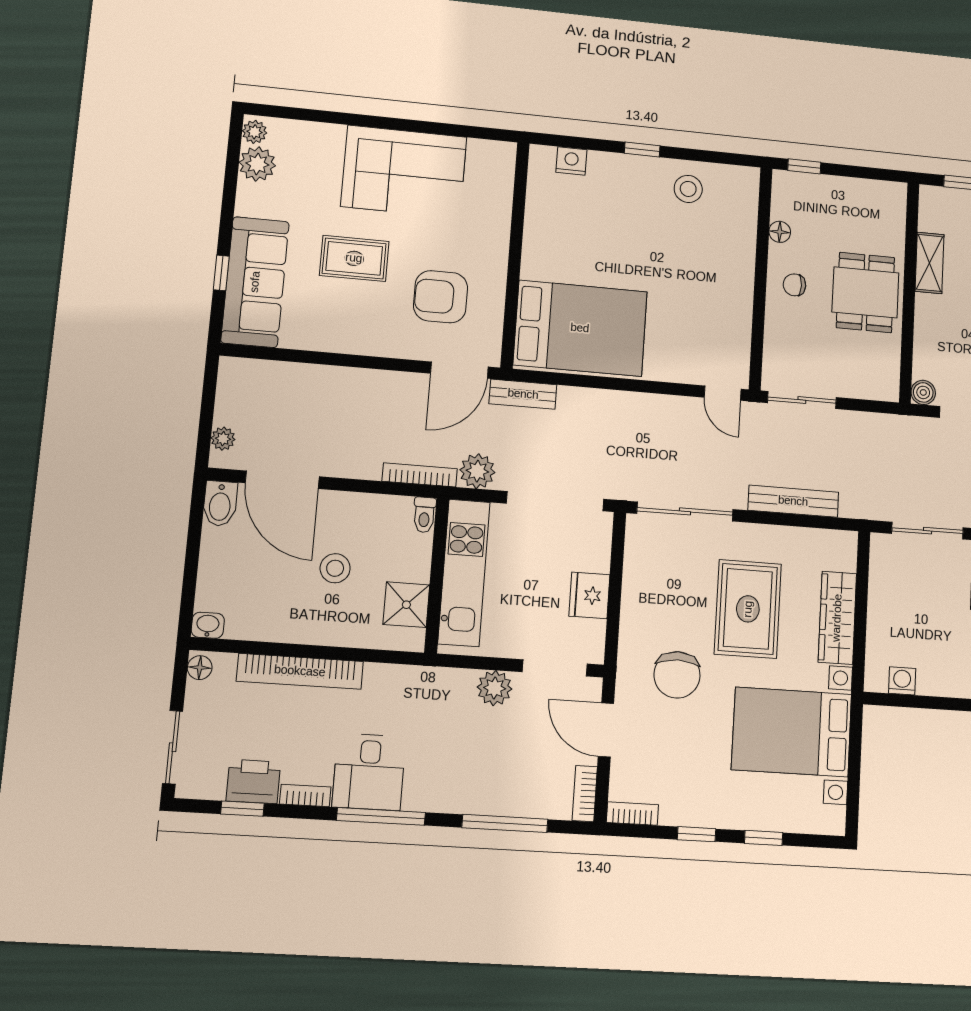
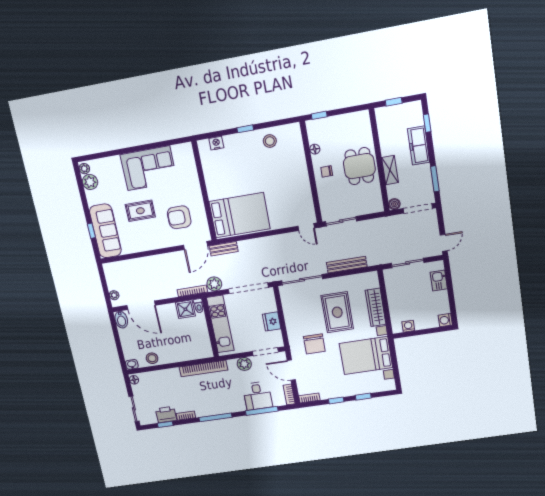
shelving: (929, 263) -> (390, 170), moved
stool: (335, 568) -> (152, 358), moved
shower: (406, 605) -> (185, 309), moved
bookcase: (300, 671) -> (203, 369), moved
desk: (369, 772) -> (258, 396), moved

